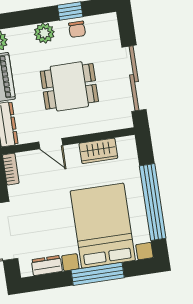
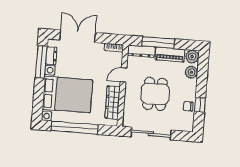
plant: (44, 33) -> (191, 72), moved
wardrobe: (98, 151) -> (113, 102), width x1.50
window: (98, 274) -> (41, 62), moved

